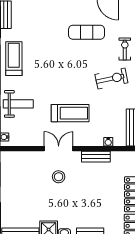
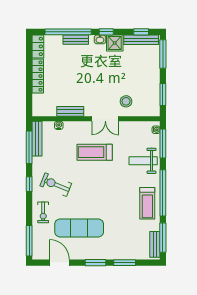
exercise mat: (87, 32) -> (79, 228), width x1.36, depth x1.45
exercise bike: (111, 79) -> (56, 185), turned 34
stool: (59, 177) -> (126, 101), moved

